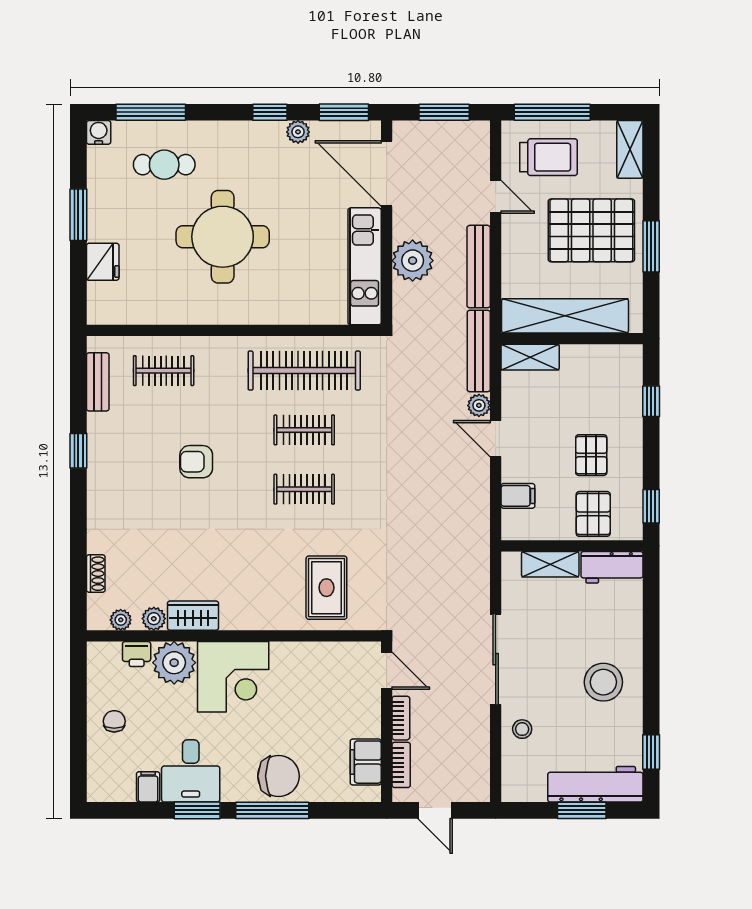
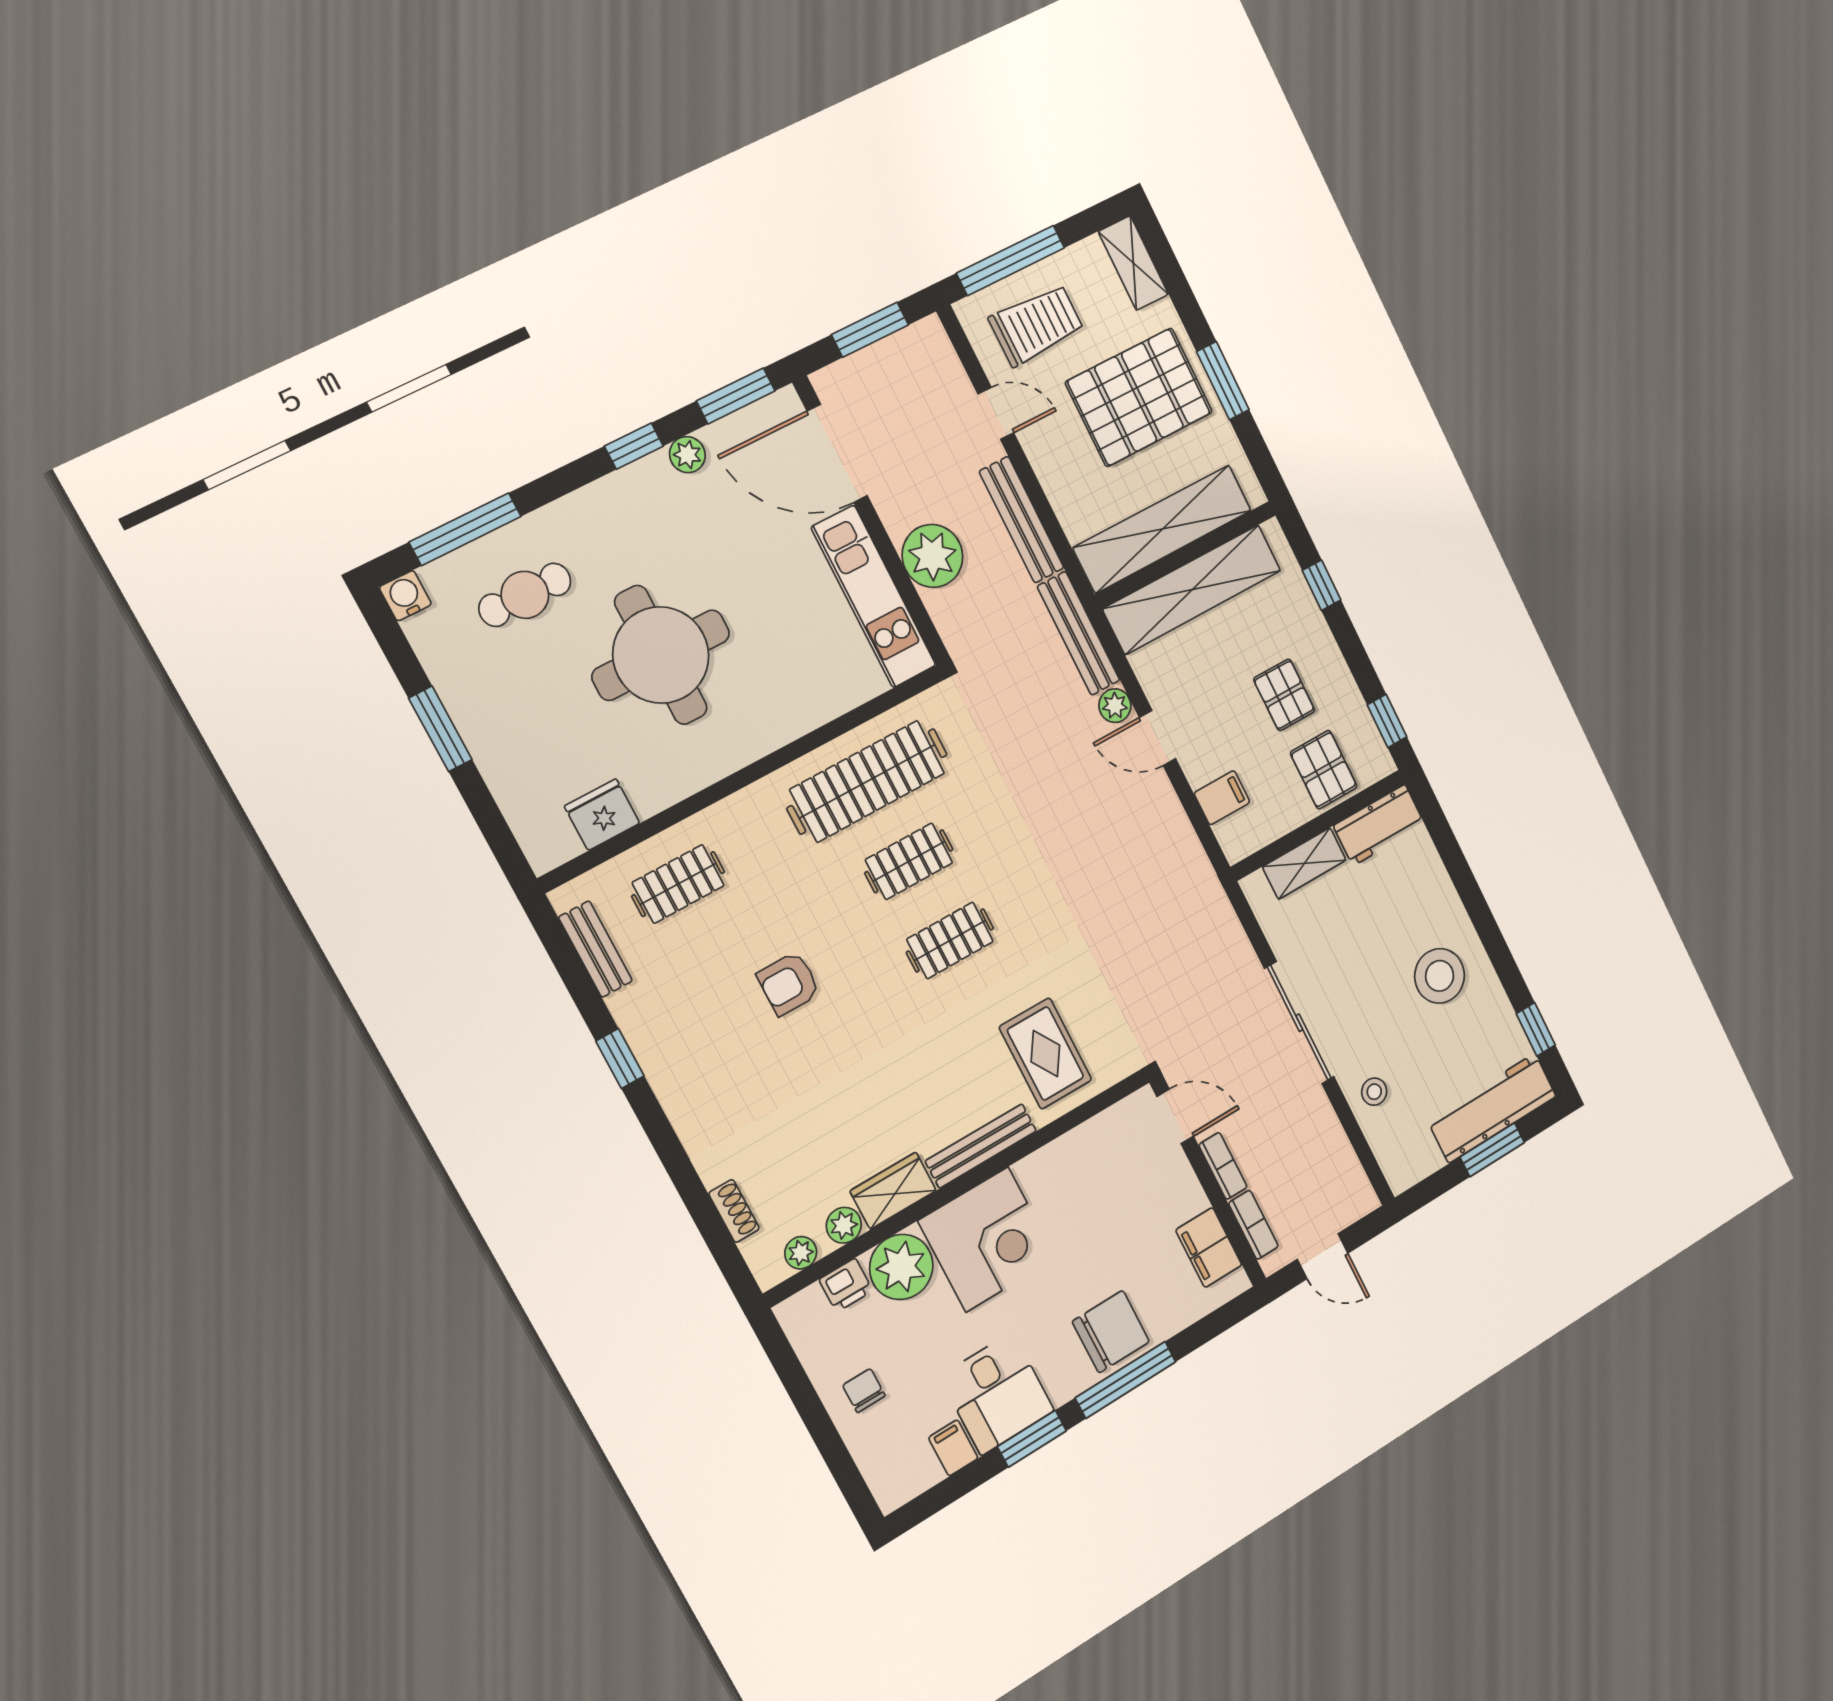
fridge: (103, 262) -> (602, 815), moved, turned -90
shelving: (530, 357) -> (1192, 590), width x2.20, depth x1.33
bench: (259, 620) -> (981, 1146), added

